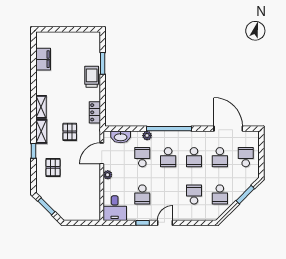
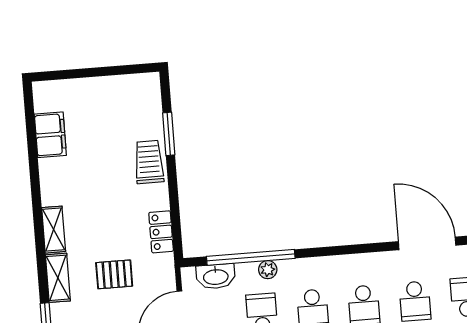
window: (169, 129) -> (251, 257), moved
pallet: (70, 132) -> (114, 274), turned 90

